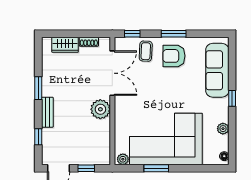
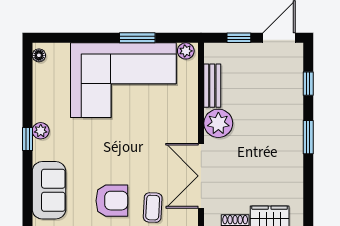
sofa: (217, 70) -> (49, 190), width x0.73
window: (38, 88) -> (308, 137), moved
bench: (47, 112) -> (212, 86), moved
plant: (223, 129) -> (41, 131), moved

